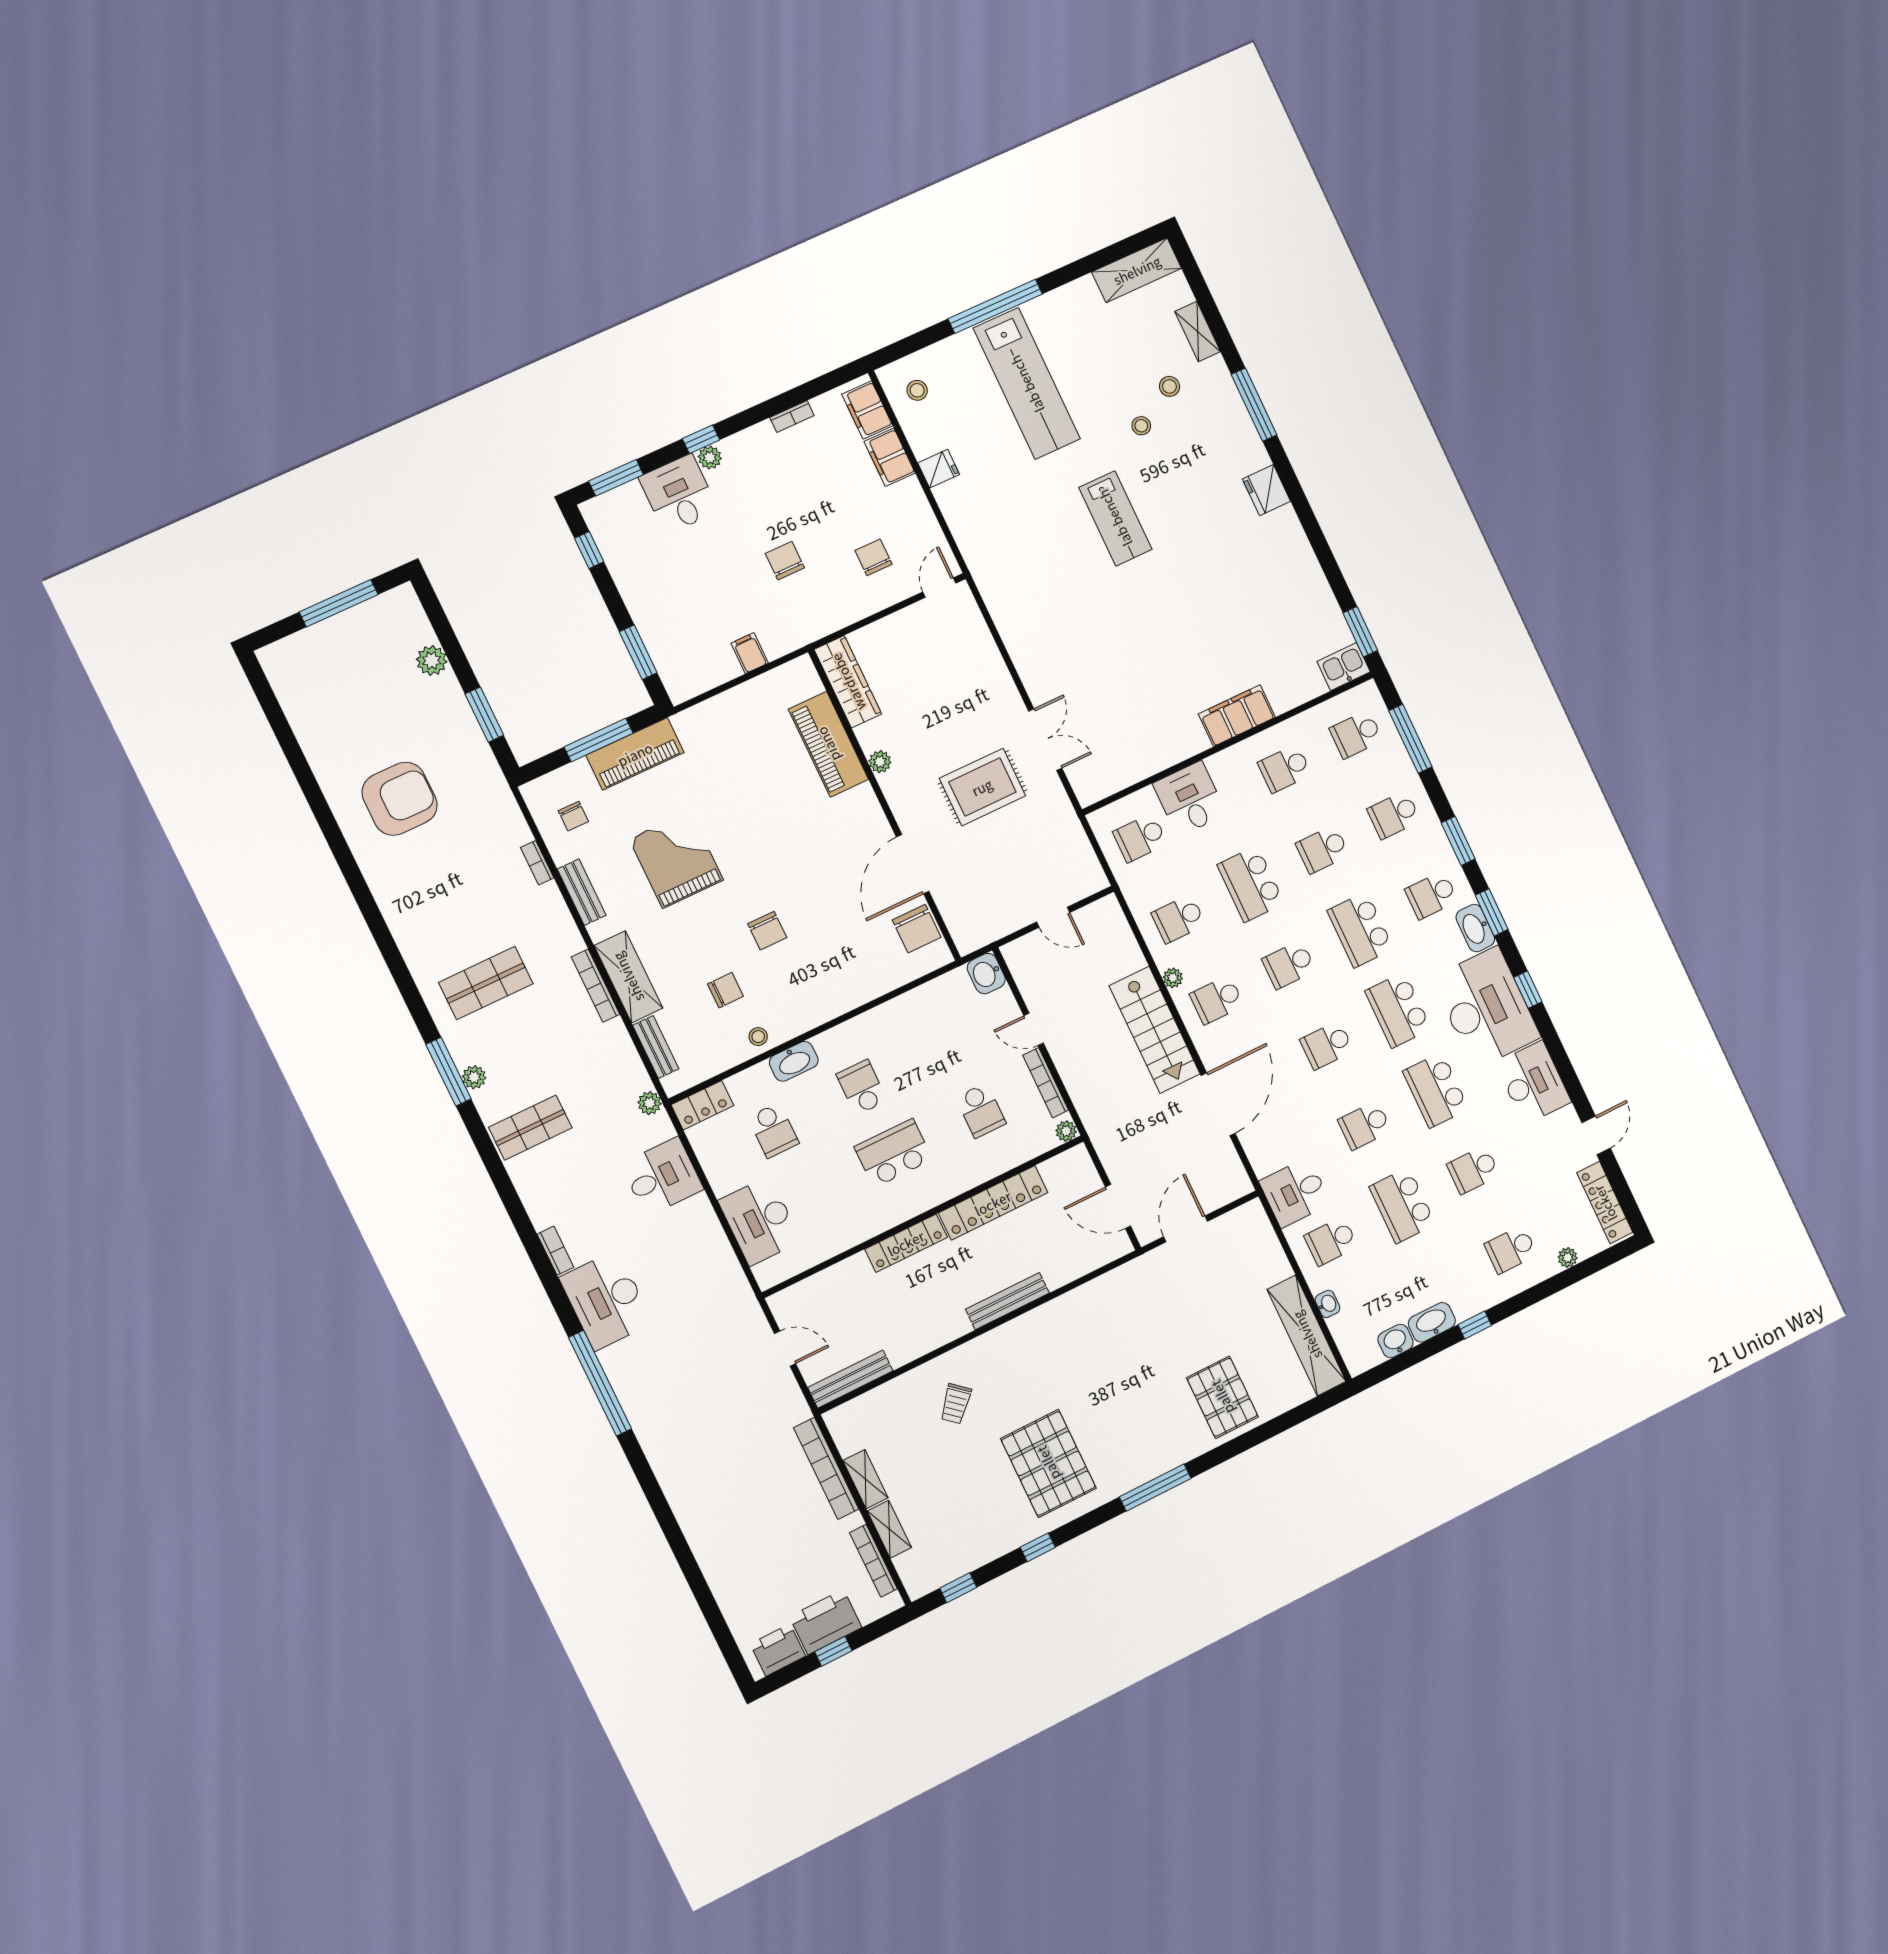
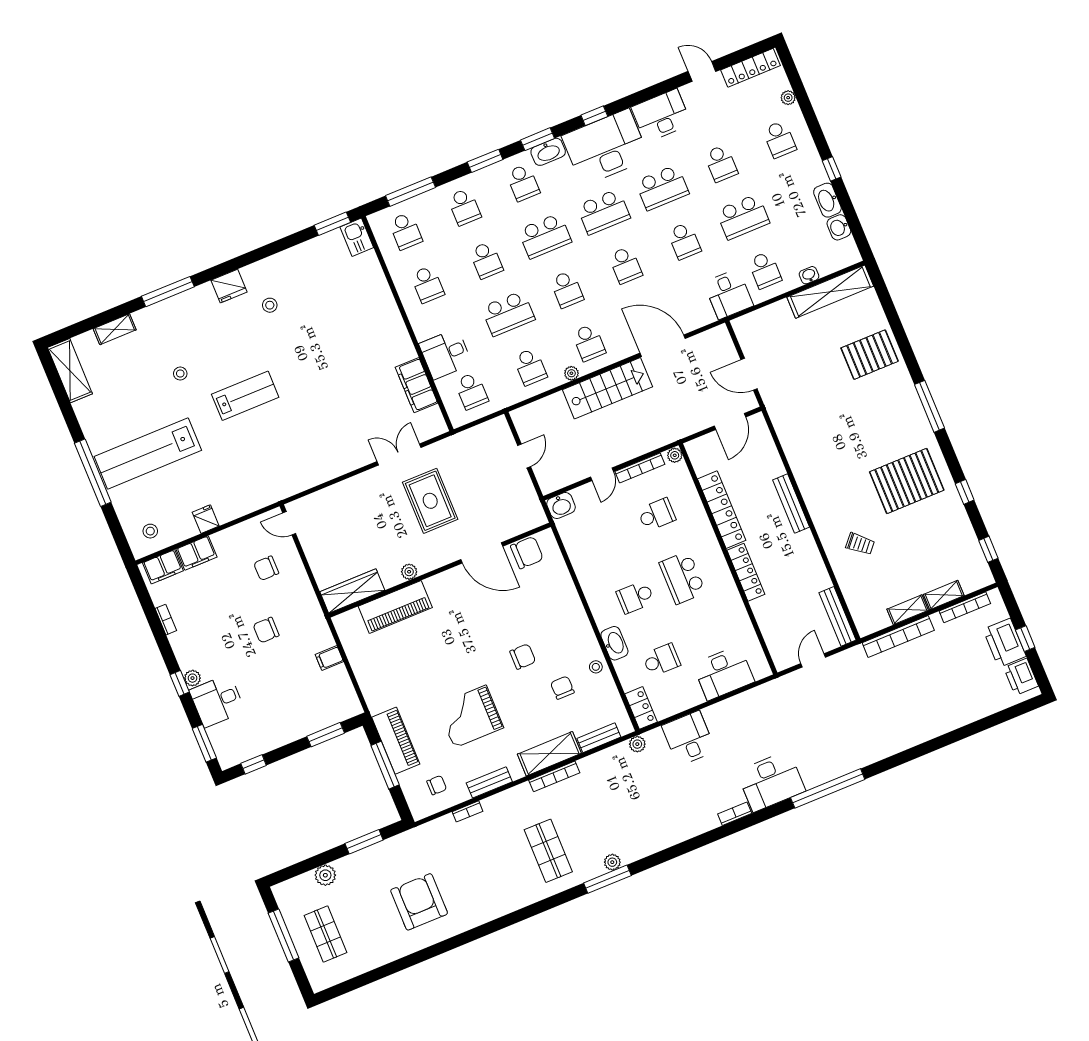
lab bench: (1027, 384) -> (148, 453), turned 180
stool: (1169, 386) -> (270, 305), moved
filing cabinet: (1237, 716) -> (417, 385), moved
shop shelf: (530, 1128) -> (325, 934), moved

